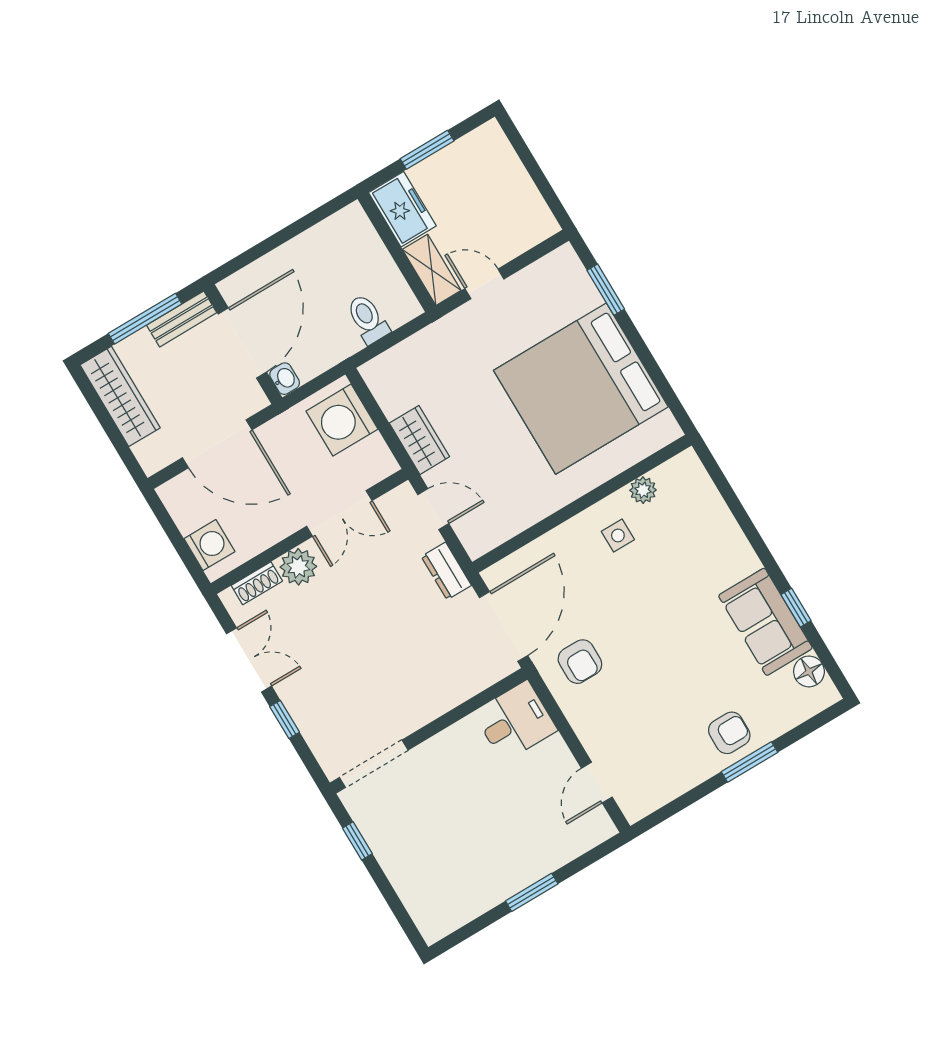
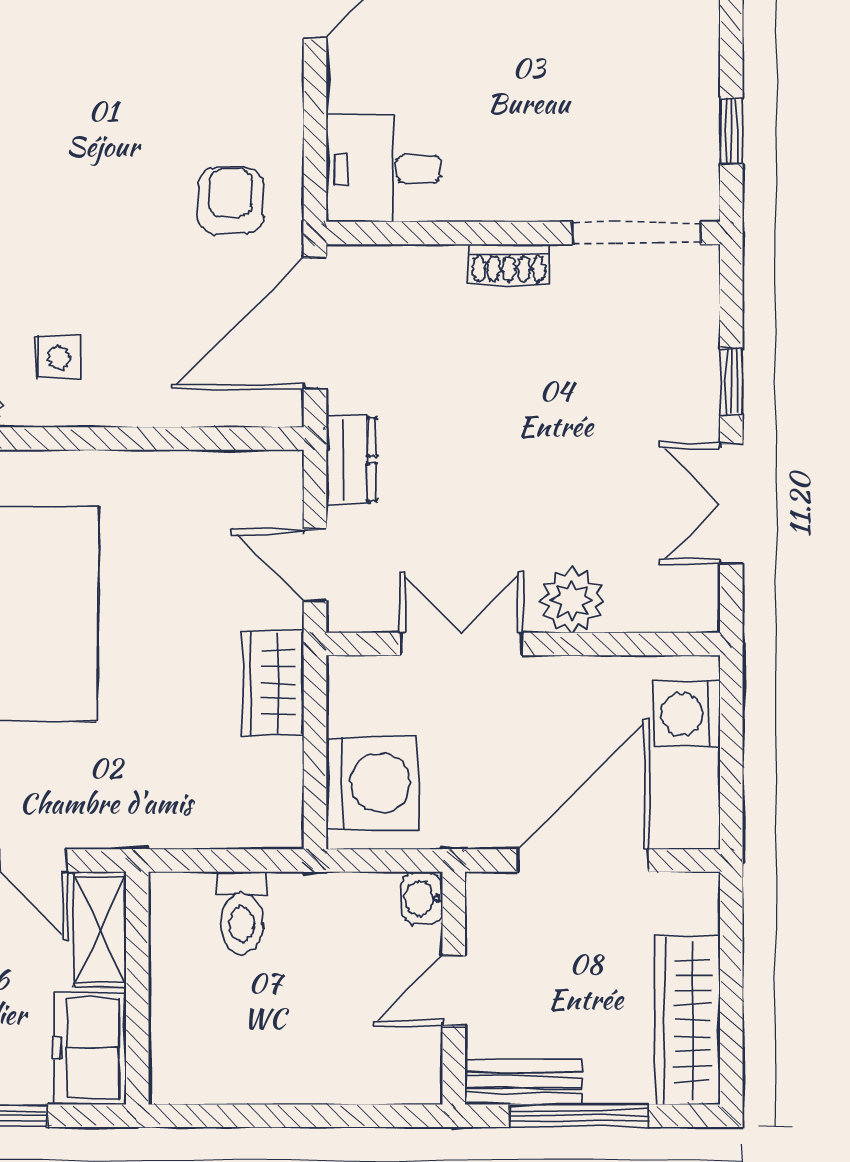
door: (242, 343) -> (454, 991), width x0.53
door: (217, 444) -> (583, 860), hinge flipped
shoe rack: (257, 583) -> (509, 264), moved, turned 180

